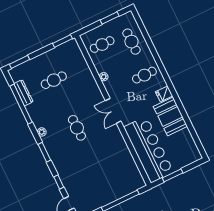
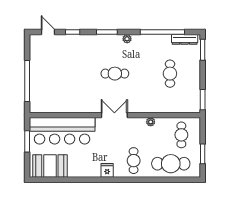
cafe table: (131, 42) -> (171, 164), width x1.37, depth x1.35
dresser: (23, 93) -> (185, 39), moved
booth: (170, 116) -> (50, 166), moved

